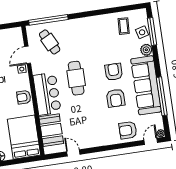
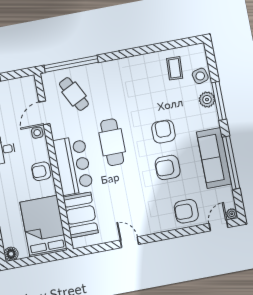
window: (152, 32) -> (219, 101), moved
sofa: (146, 85) -> (214, 158), width x0.74, depth x0.79
armchair: (116, 98) -> (168, 167), turned 90
door: (73, 153) -> (130, 242), moved

